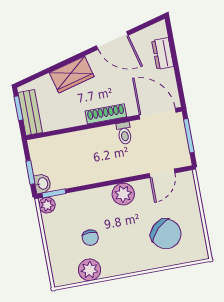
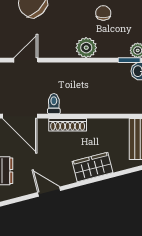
door: (112, 40) -> (49, 192), width x0.73
plant: (123, 194) -> (86, 48), moved

